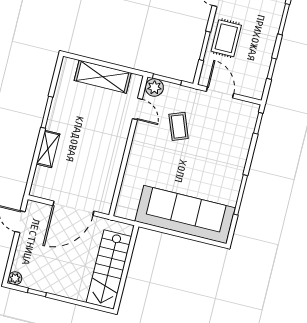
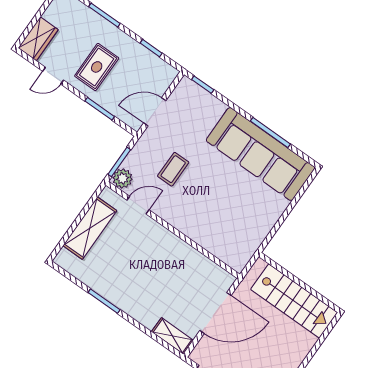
rug: (226, 38) -> (97, 67), moved, turned 90
coffee table: (179, 126) -> (173, 169), turned -69
shelving: (48, 149) -> (172, 336), moved
door: (73, 208) -> (216, 313), hinge flipped
sofa: (185, 214) -> (261, 154), moved, turned -90

